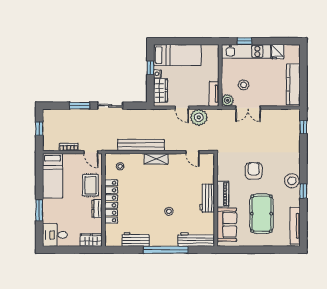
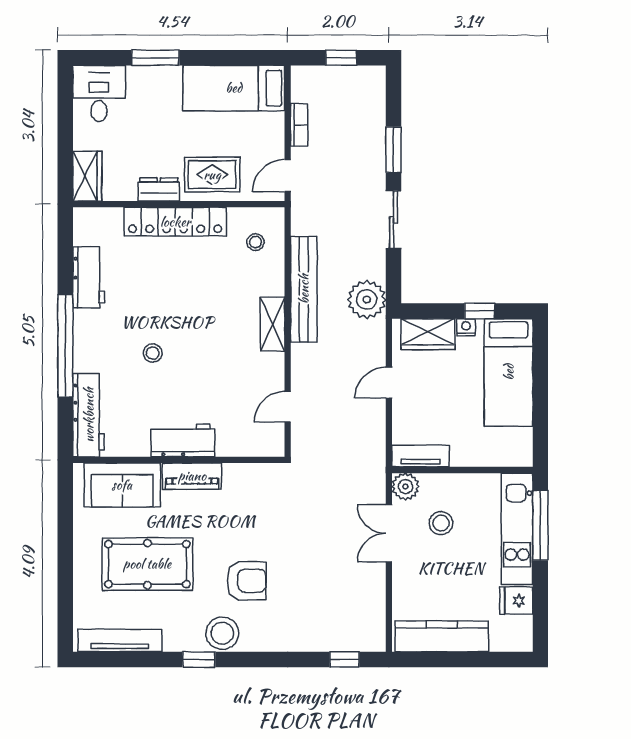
window: (245, 41) -> (540, 525), width x2.17
plant: (199, 117) -> (367, 299), moved
armchair: (254, 171) -> (247, 581), moved

